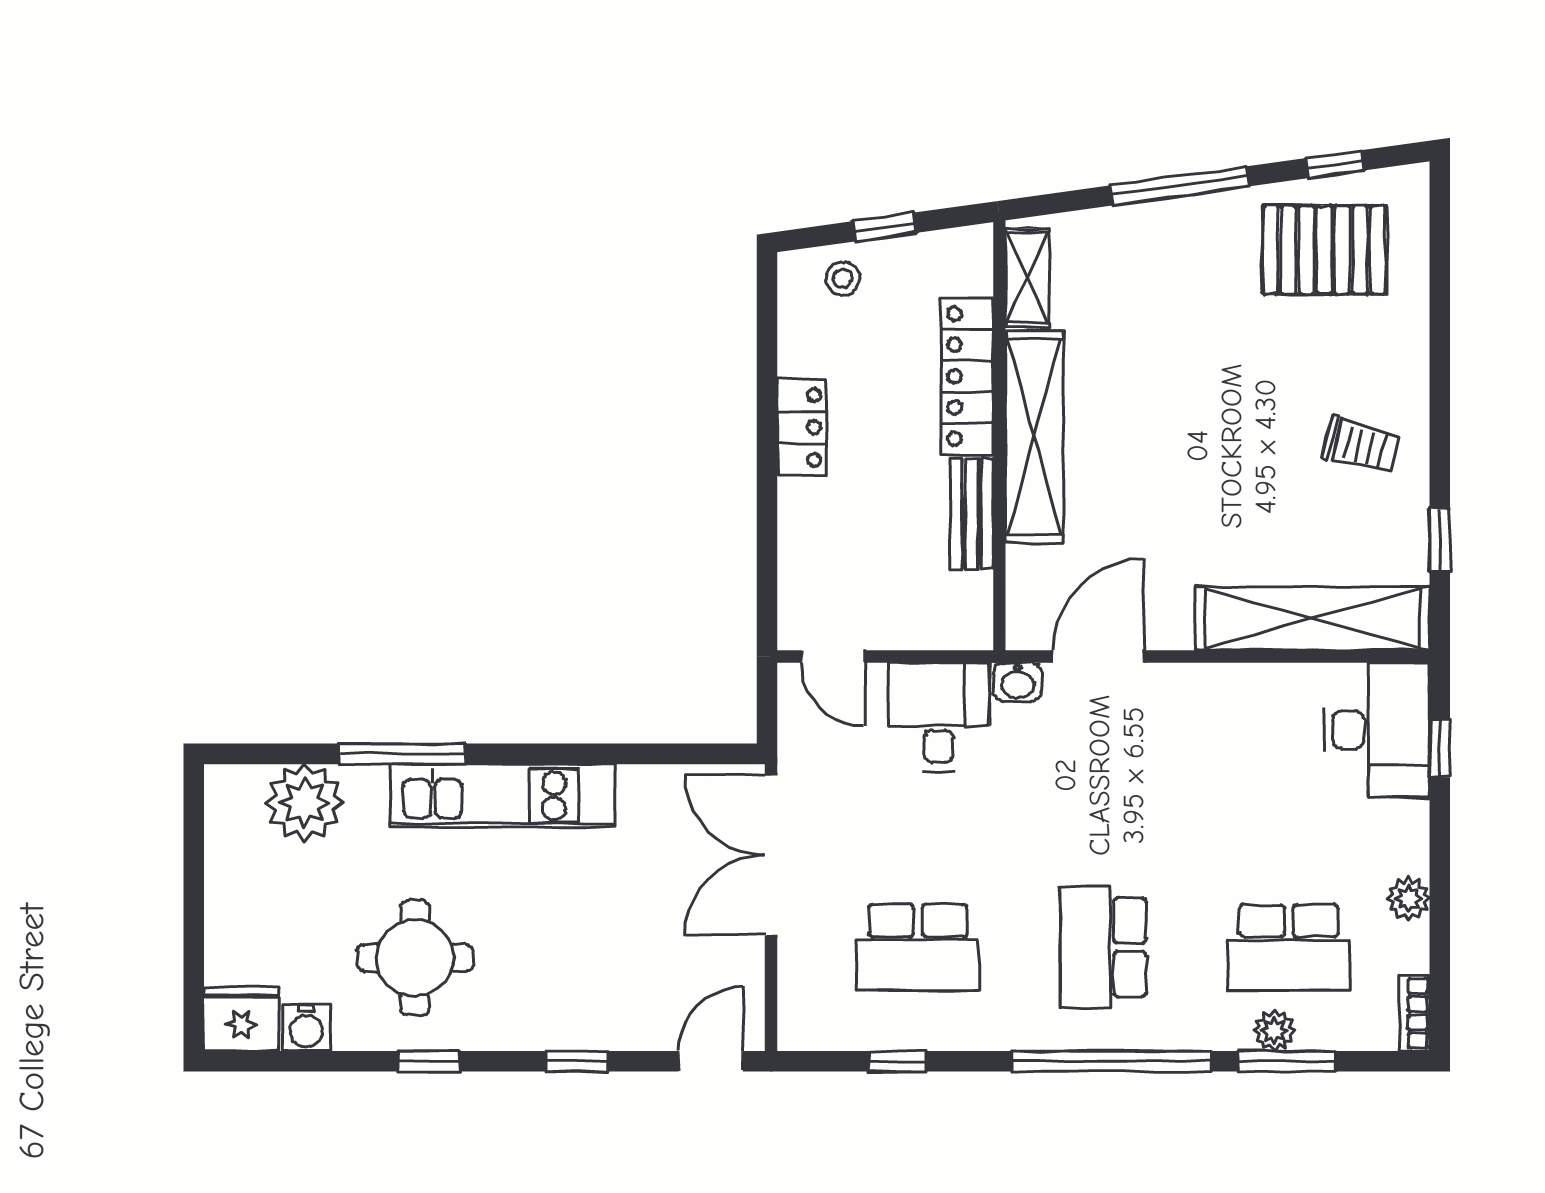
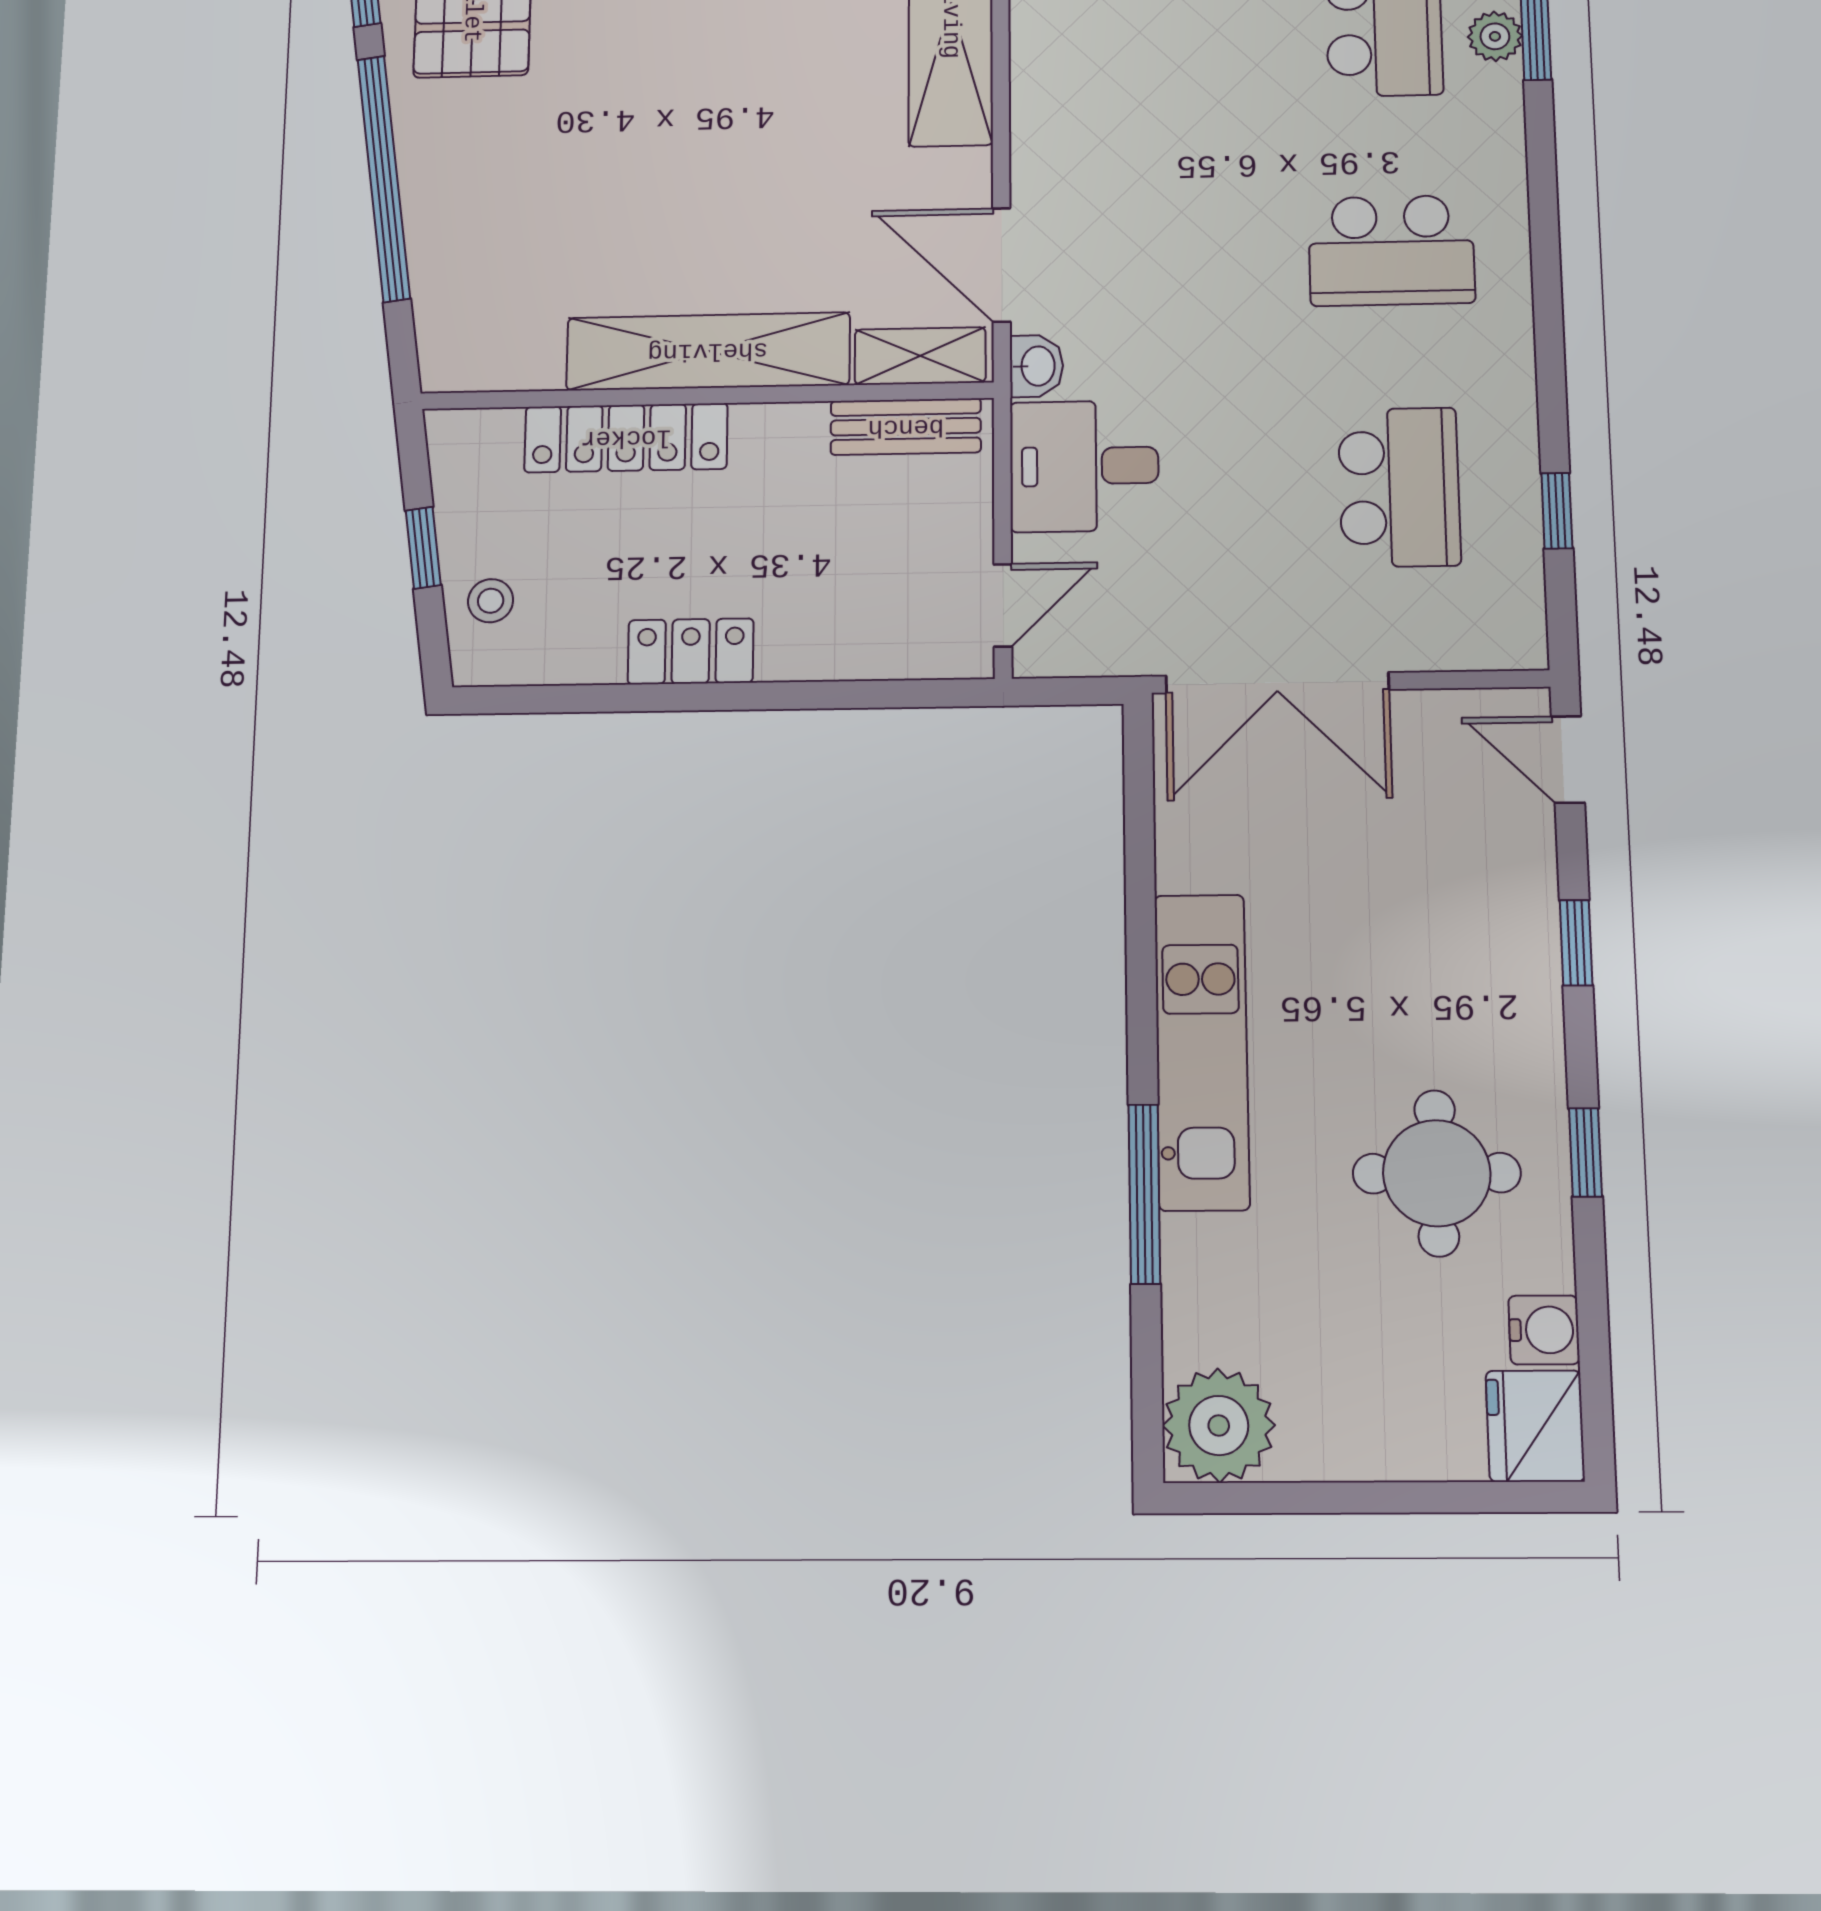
window: (1180, 186) -> (384, 178), width x1.46
shelving: (1027, 278) -> (920, 356), moved
bench: (972, 514) -> (906, 427), moved
plant: (305, 803) -> (1219, 1425), moved
window: (1111, 1061) -> (1545, 237), removed

